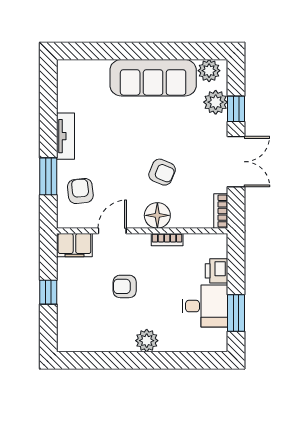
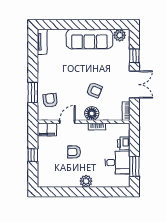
plant: (216, 102) -> (123, 52), removed
tv unit: (66, 136) -> (42, 42), moved

